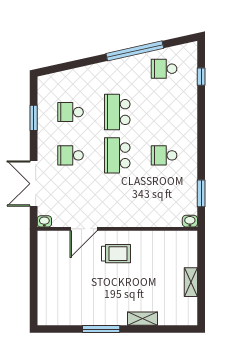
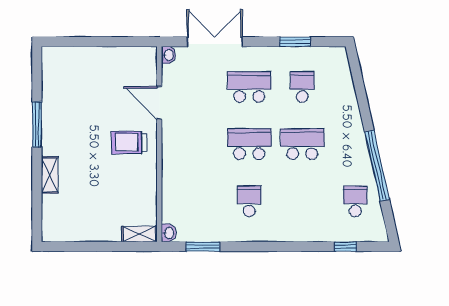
school desk: (71, 155) -> (249, 87), width x1.85
trolley: (116, 254) -> (129, 142), turned 90
shelving: (191, 282) -> (139, 234), moved

